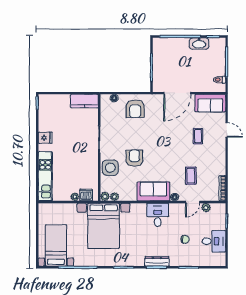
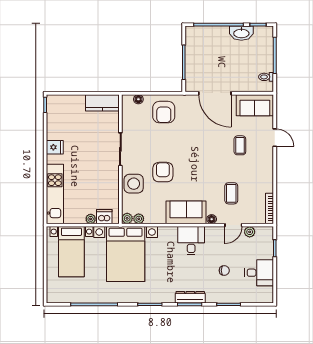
door: (177, 93) -> (215, 93), hinge flipped
bed with nightstands: (56, 245) -> (71, 252), moved, turned 180

